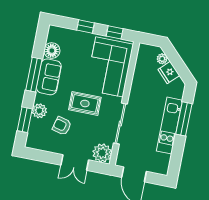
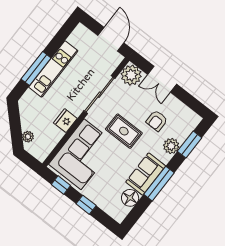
fridge: (169, 72) -> (65, 121), moved, turned -135
armchair: (62, 126) -> (157, 121), turned 75
double door: (75, 163) -> (162, 79), swing flipped

